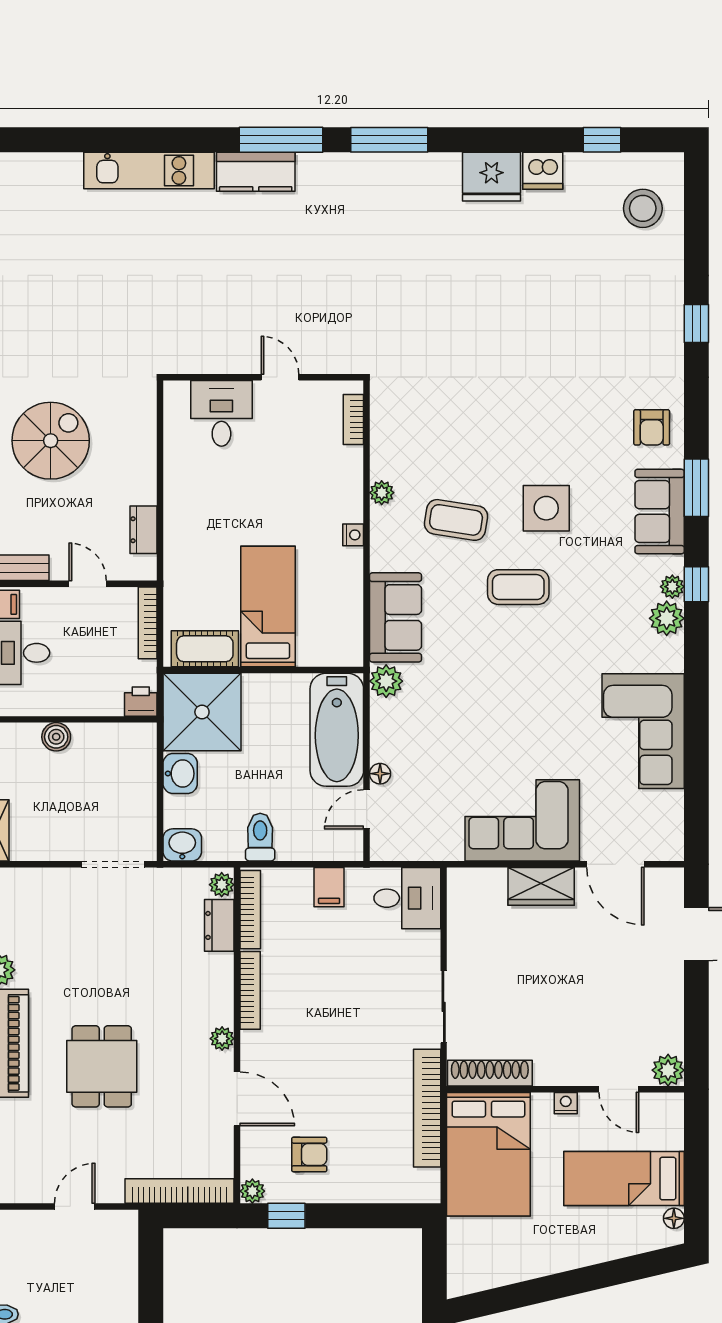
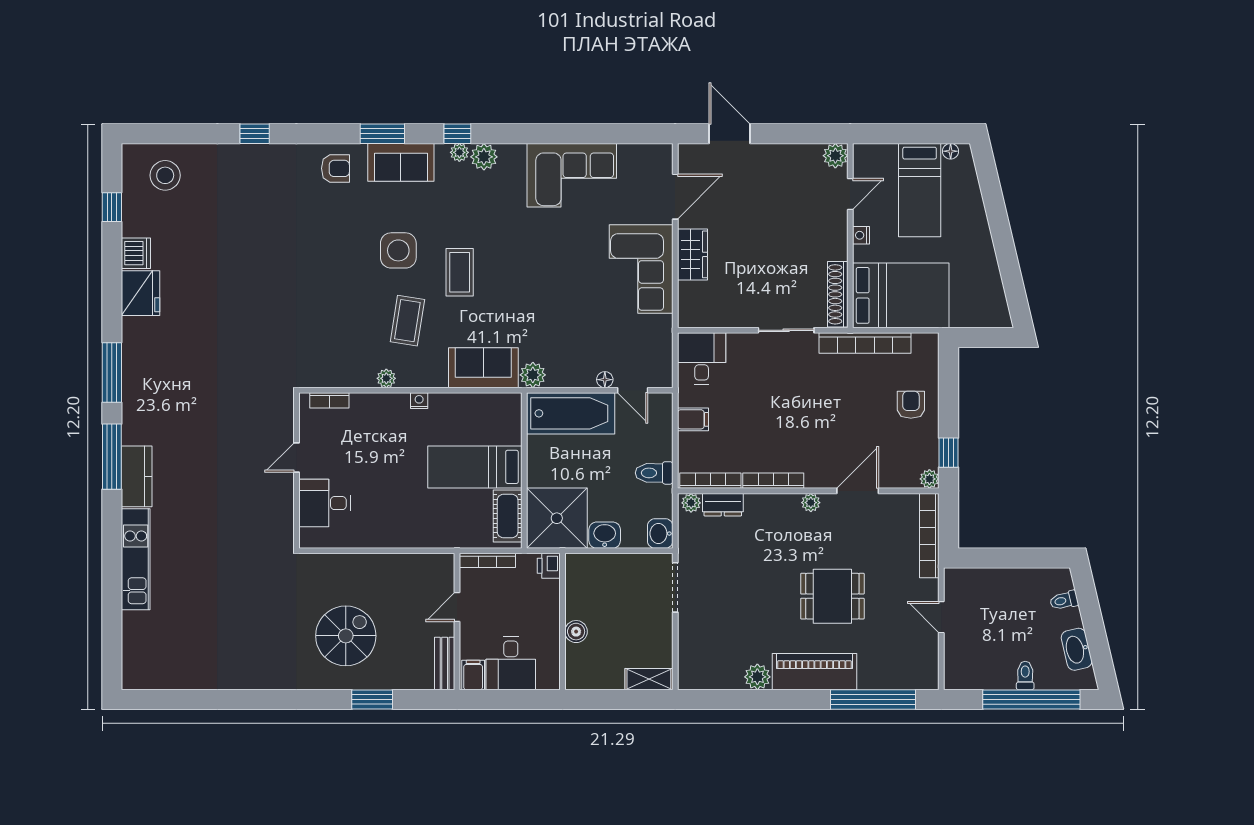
spiral stairs: (51, 441) -> (346, 636), turned 90
dresser: (143, 530) -> (415, 564), removed
armchair: (309, 1154) -> (911, 405), moved

